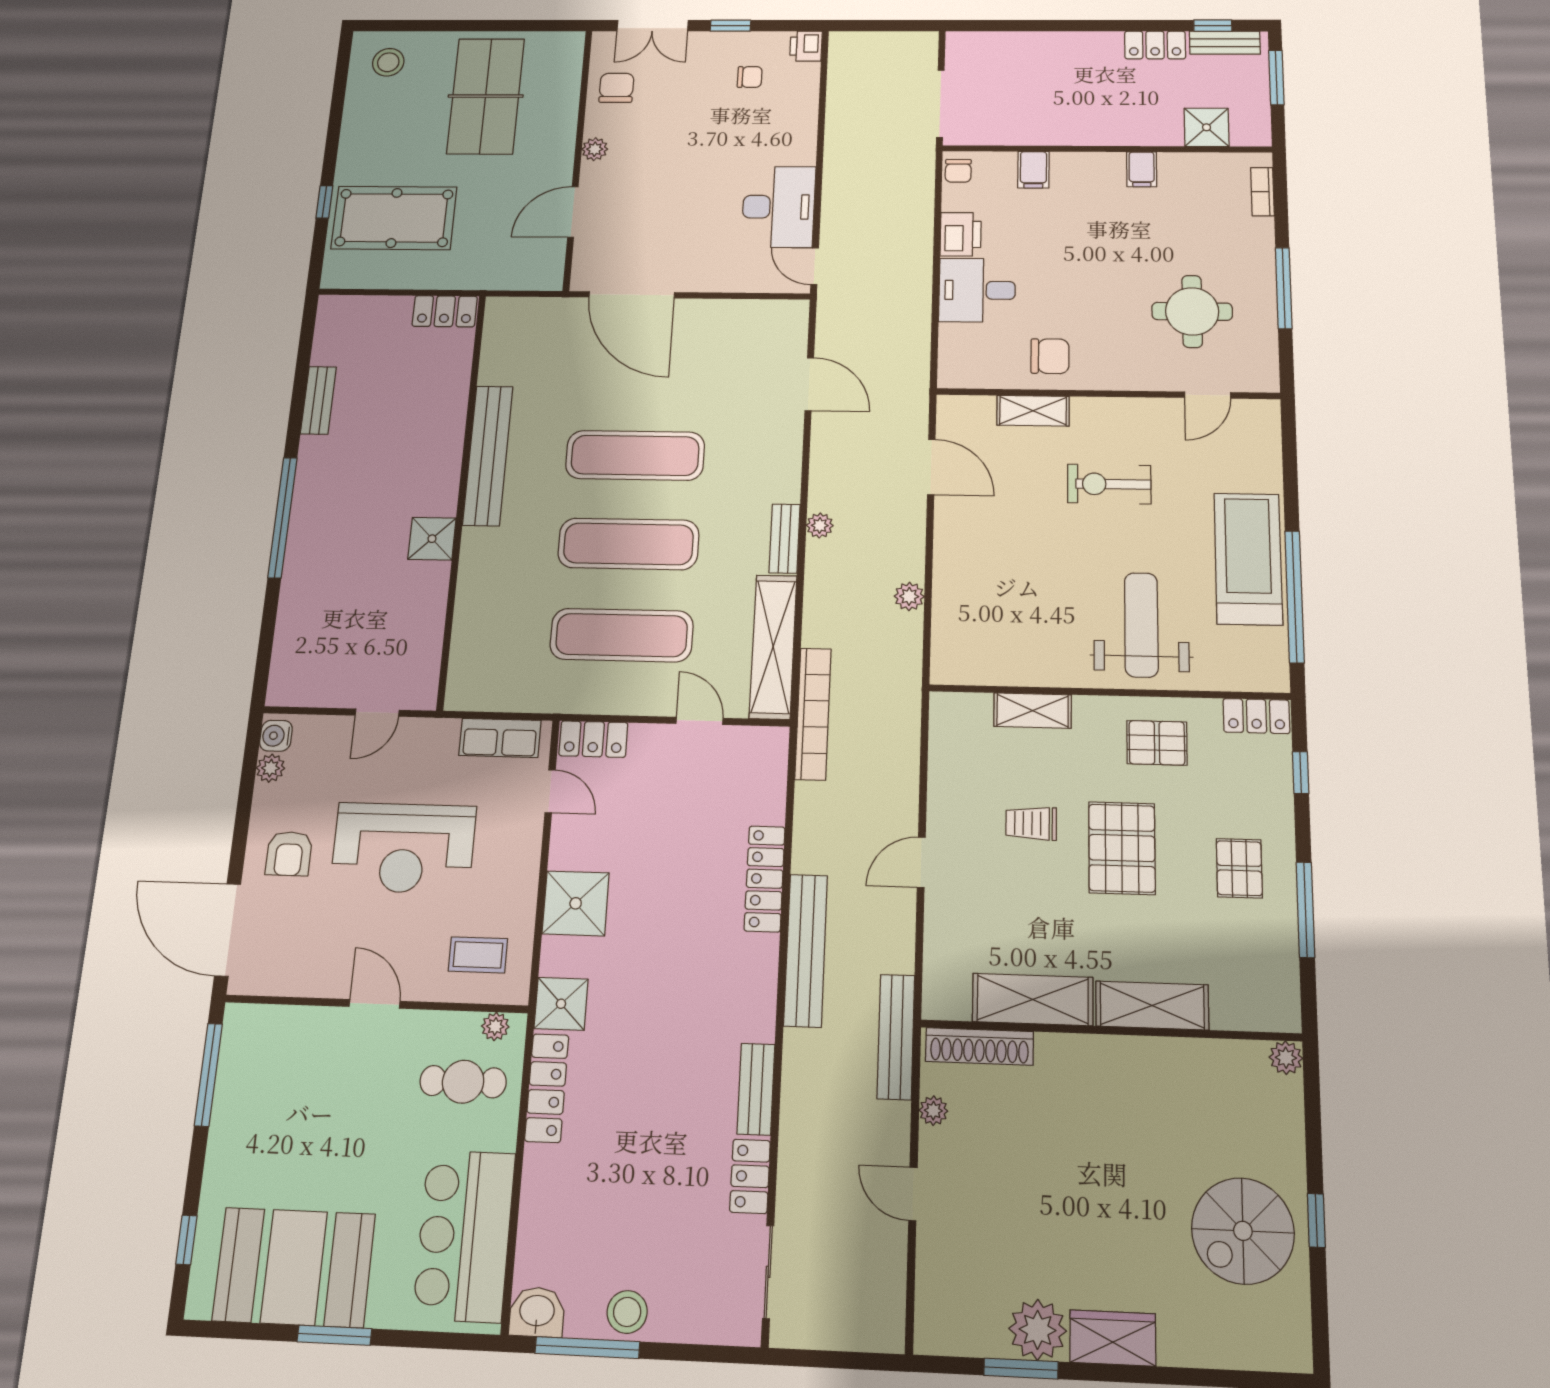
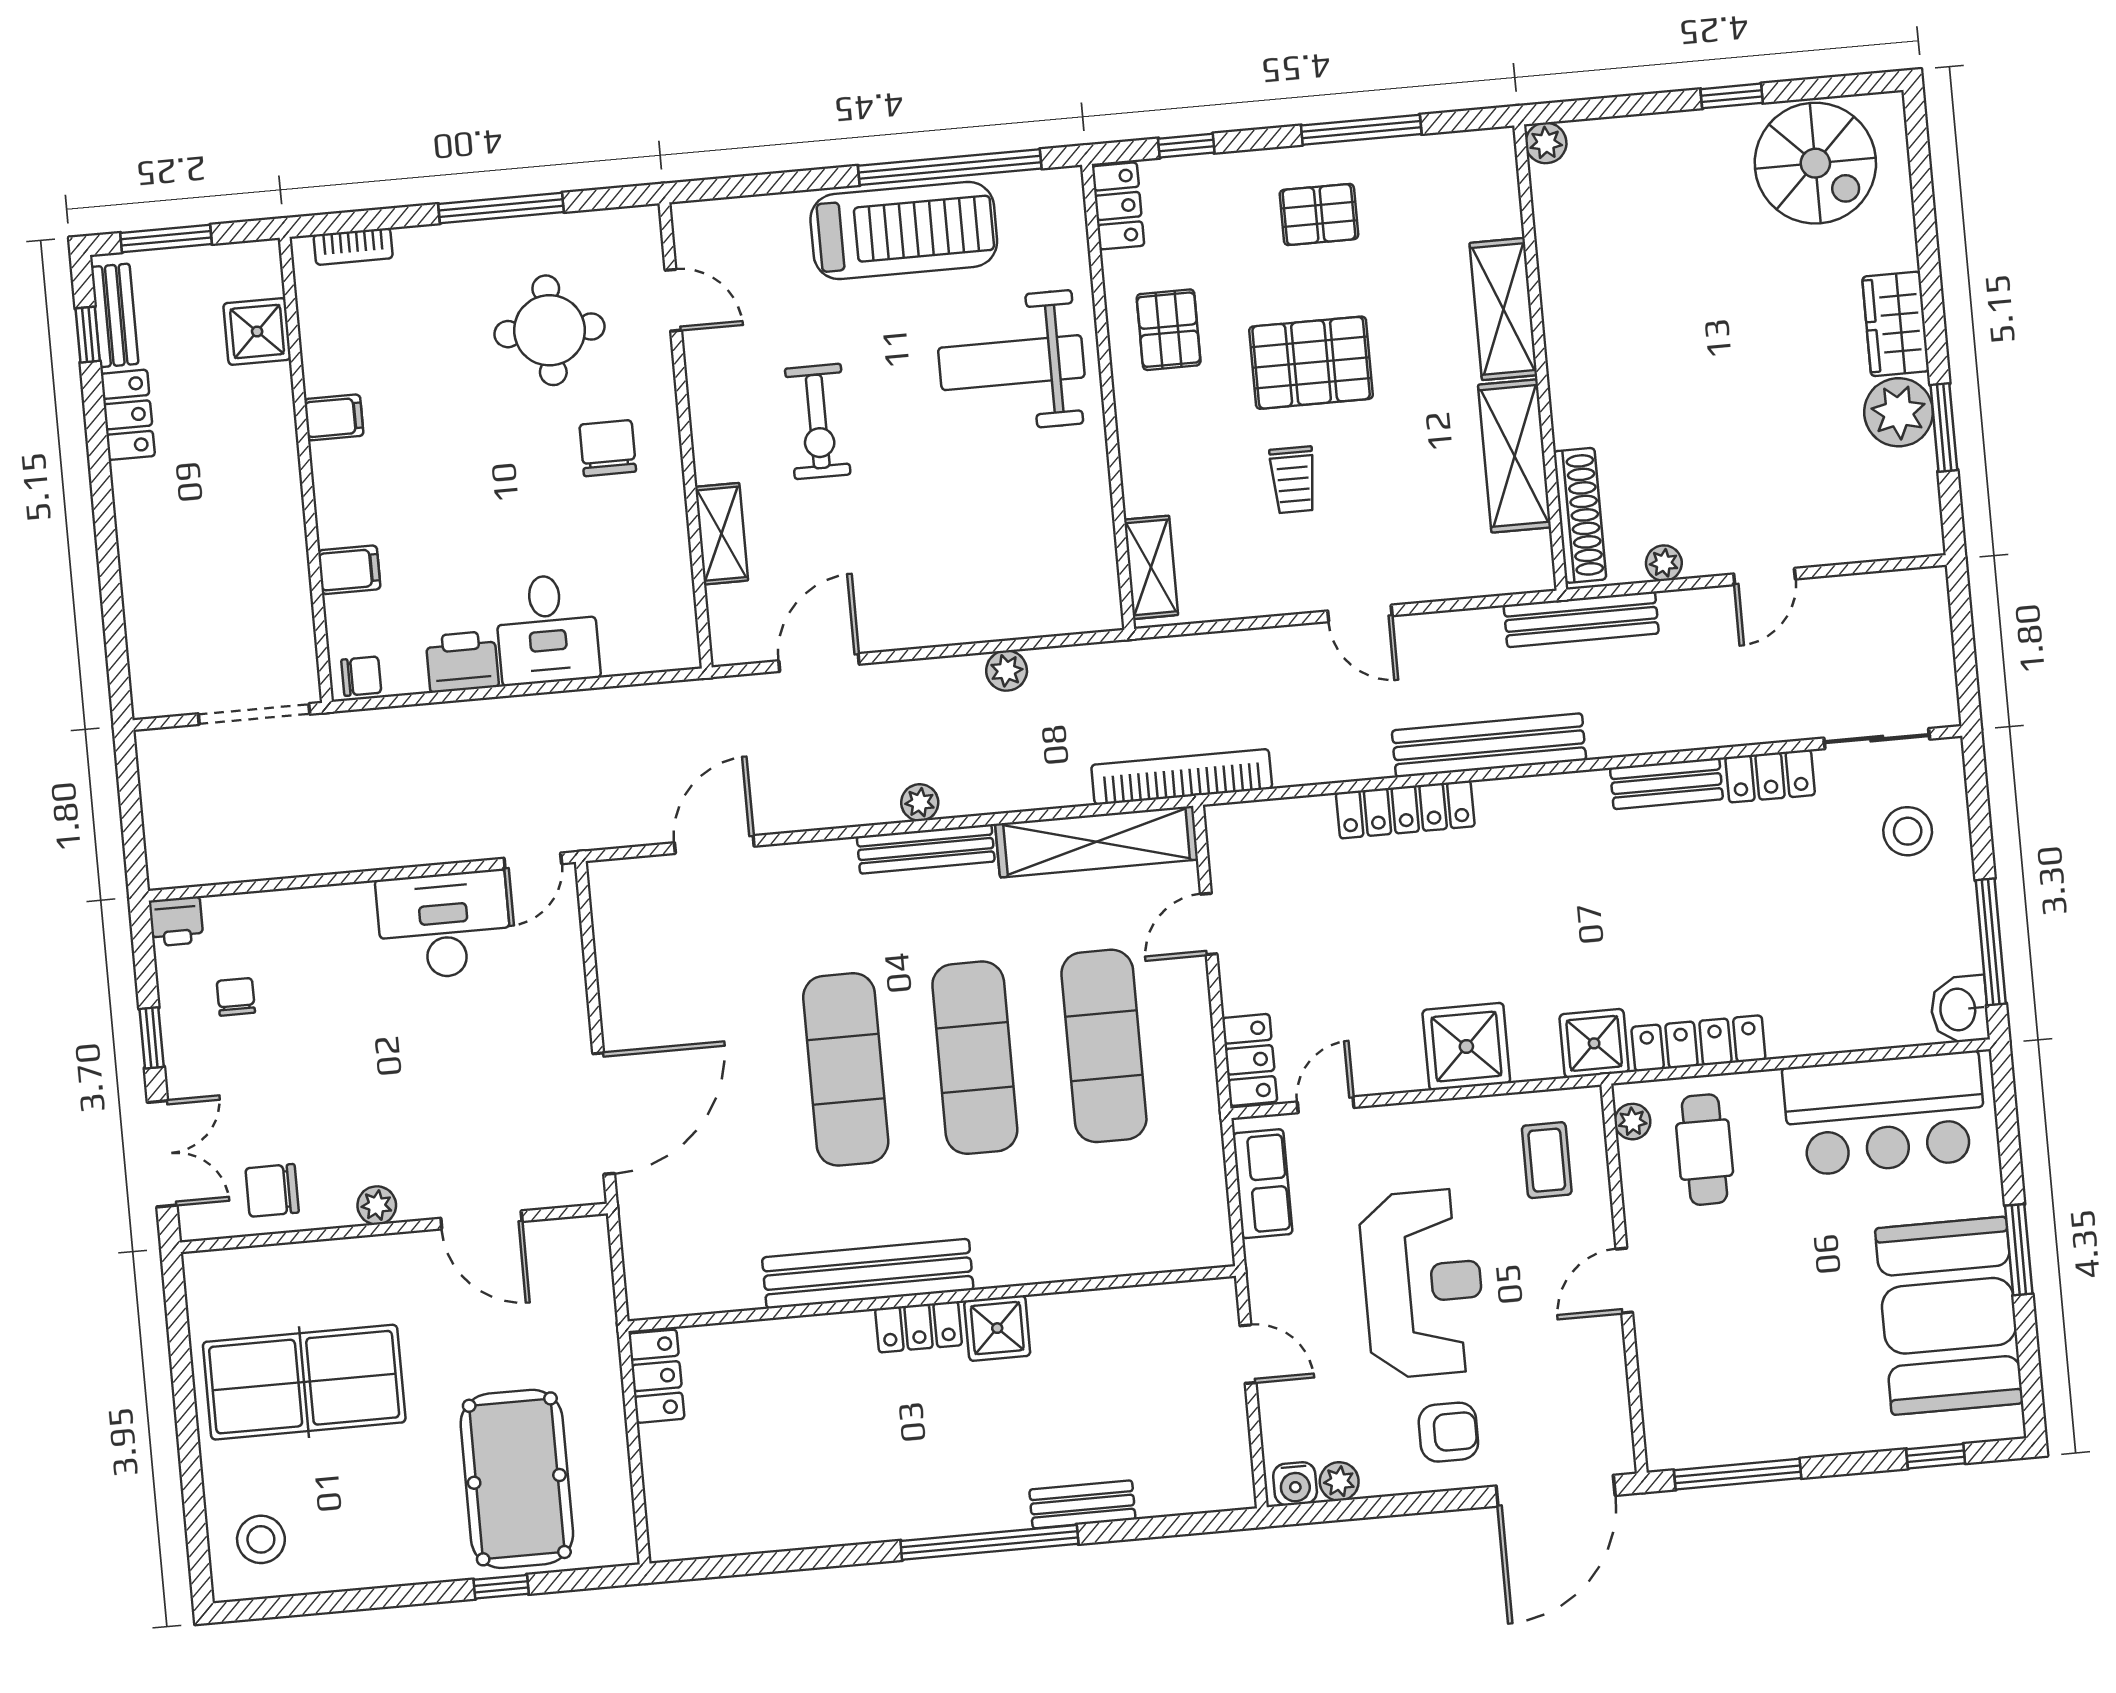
chair: (1050, 356) -> (608, 448), moved
bench: (318, 400) -> (1082, 1504), moved
locker: (444, 485) -> (919, 1327), added
bench: (785, 539) -> (926, 849), width x1.36
treadmill: (1248, 559) -> (904, 230), turned 180
shelving: (1033, 711) -> (1151, 567), moved
spiral stairs: (1243, 1231) -> (1815, 163), moved
stool: (627, 1312) -> (1908, 831), moved

